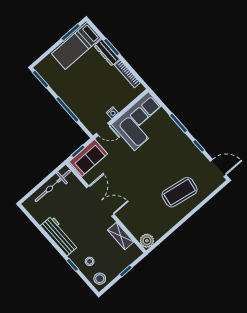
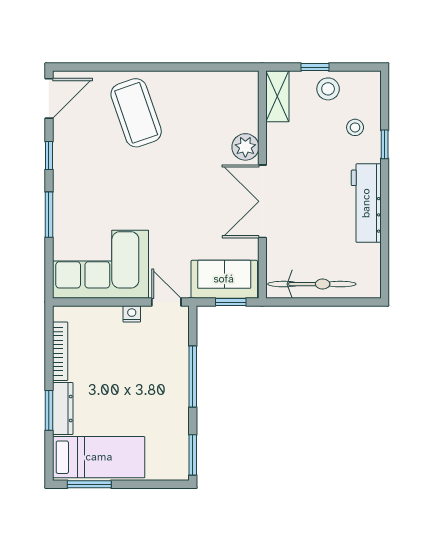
door: (218, 168) -> (49, 98), swing flipped
coffee table: (179, 192) -> (136, 113), turned 61
shelving: (121, 236) -> (277, 96), moved
plant: (147, 241) -> (245, 147), moved
stool: (100, 279) -> (328, 89), moved

